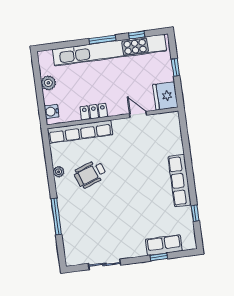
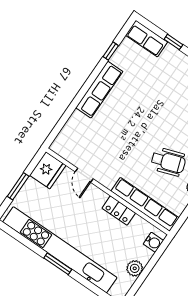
window: (137, 35) -> (26, 242), removed
window: (175, 67) -> (18, 186), width x1.50
row of seats: (164, 245) -> (147, 39), moved

